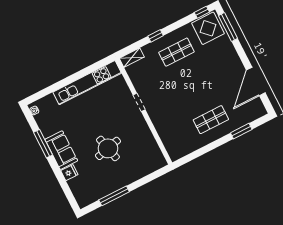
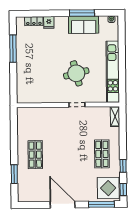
window: (156, 36) -> (123, 166), moved
door: (256, 81) -> (63, 205), moved
round table: (108, 148) -> (76, 73), moved
sofa: (61, 150) -> (84, 25), moved
locker: (76, 188) -> (34, 21), added

